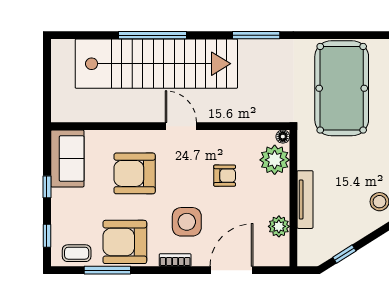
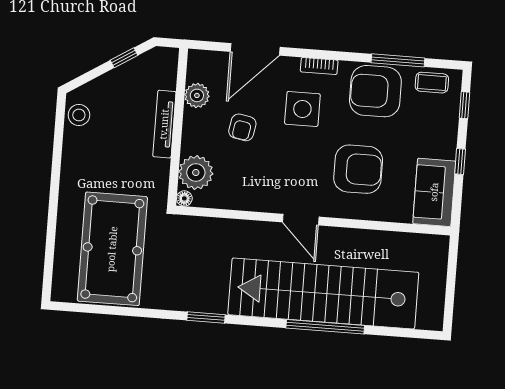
window: (256, 35) -> (206, 318), width x0.69
armchair: (225, 176) -> (242, 127), moved, turned -80
armchair: (125, 242) -> (375, 91), turned 180

